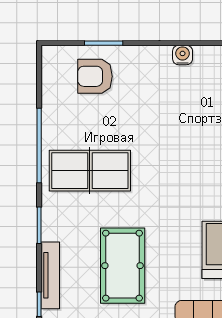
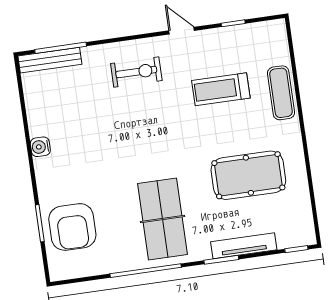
armchair: (95, 76) -> (72, 227), width x1.36, depth x1.36
tv unit: (50, 275) -> (244, 246), moved

